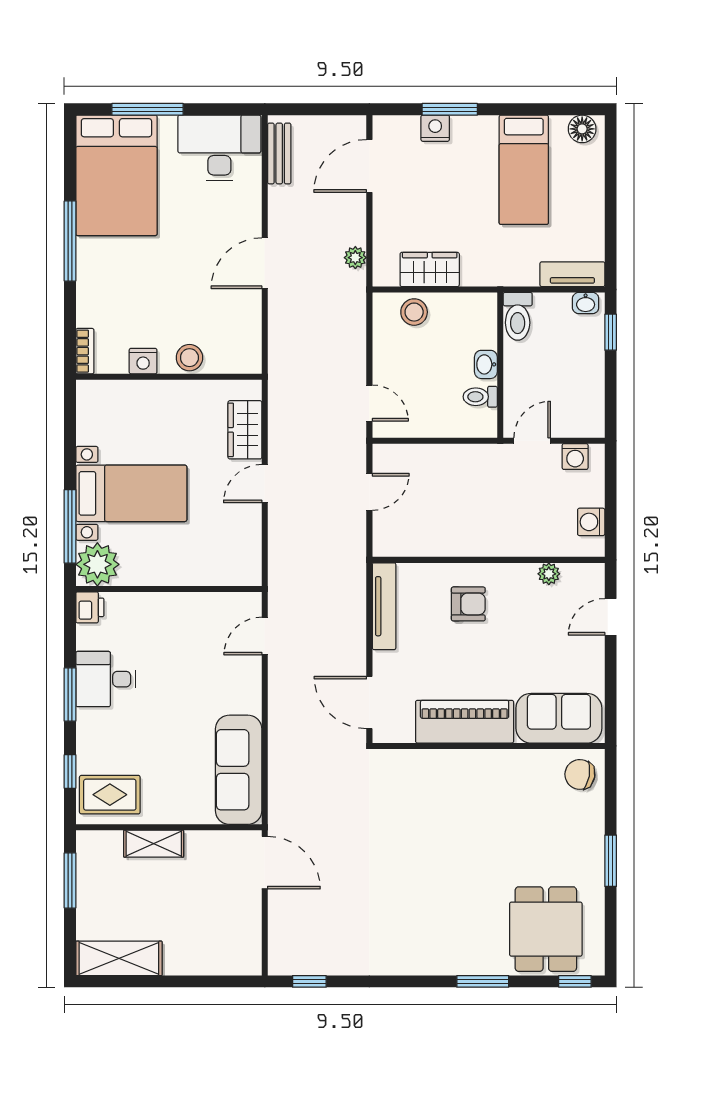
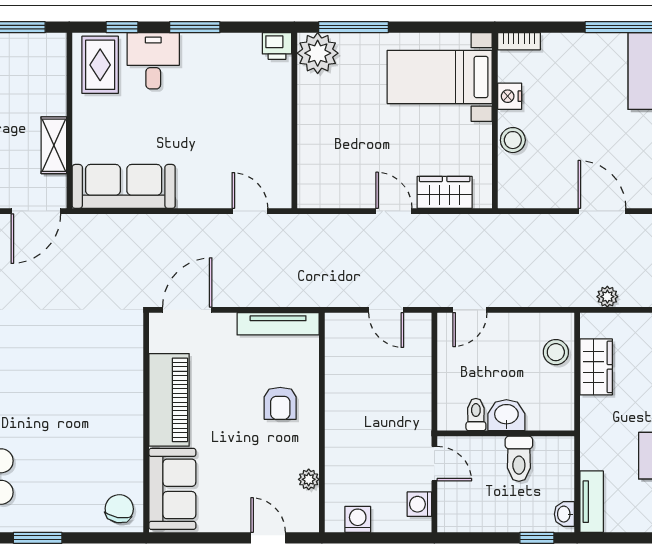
toilet: (518, 316) -> (519, 459), moved, turned -90
washbasin: (486, 364) -> (506, 415), width x1.38, depth x1.45
bed with nightstands: (131, 493) -> (440, 77), moved, turned 90
desk: (106, 679) -> (153, 61), moved
shelving: (154, 844) -> (54, 145), moved

